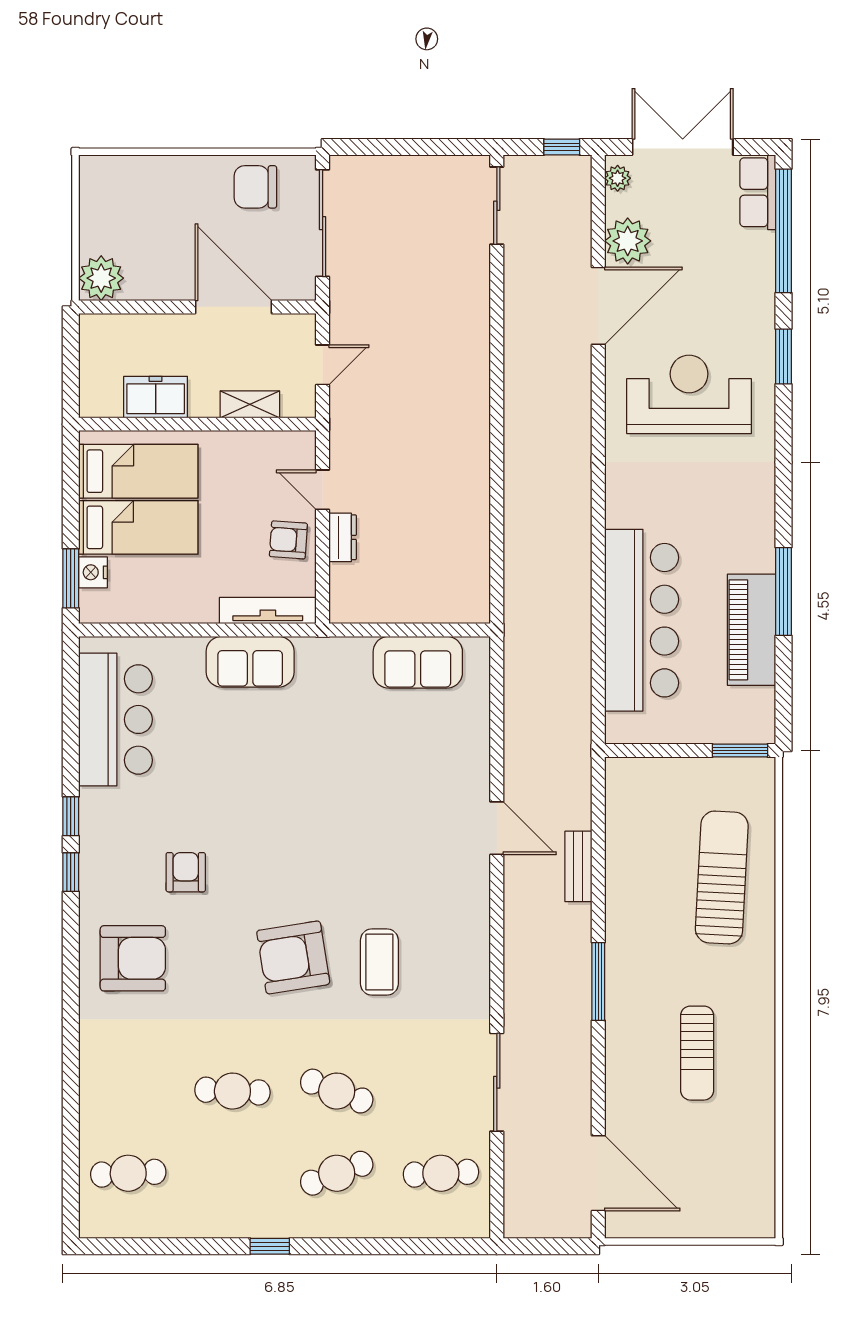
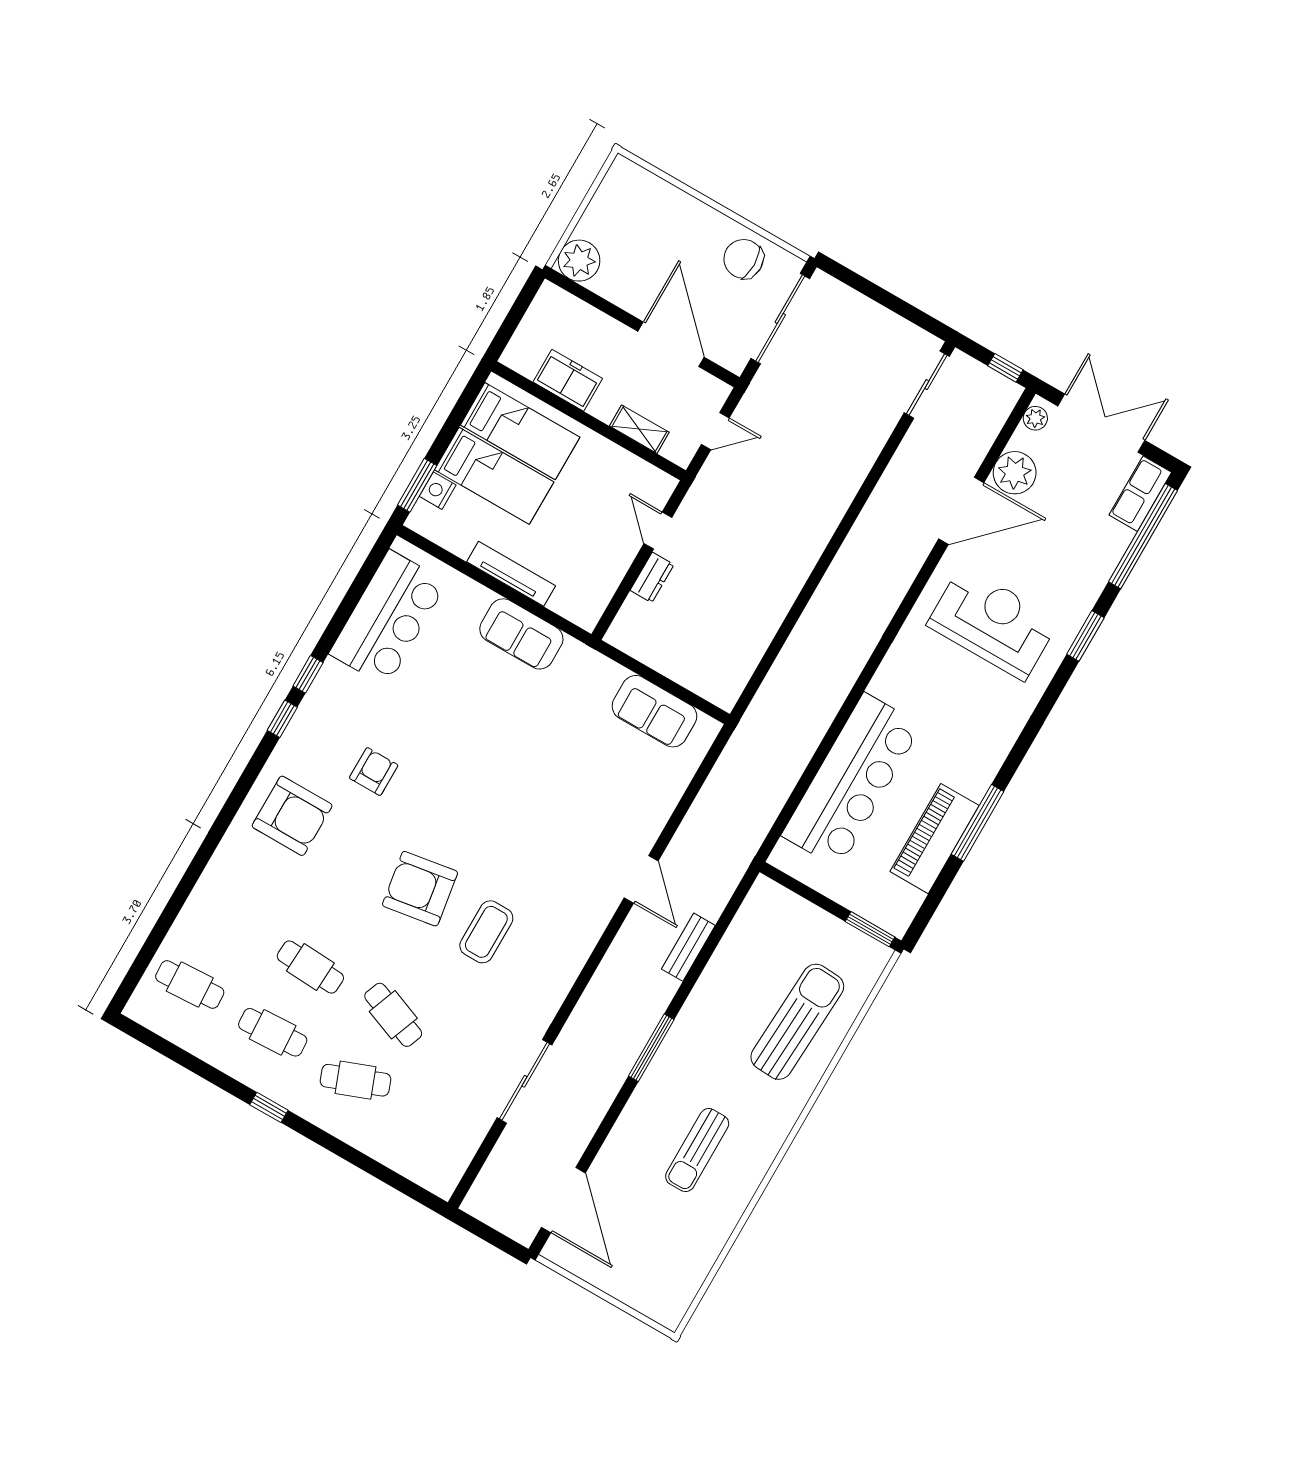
armchair: (288, 540) -> (608, 555), removed
tv unit: (268, 611) -> (511, 574), moved
cafe table: (441, 1173) -> (273, 1032), moved

